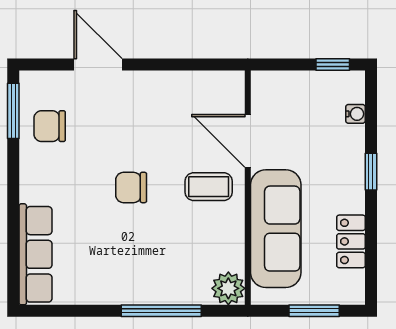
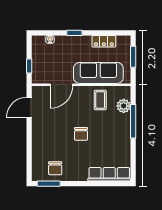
door: (98, 65) -> (29, 107), moved
window: (333, 65) -> (29, 66), moved
coffee table: (209, 187) -> (100, 100), moved
plant: (228, 288) -> (124, 106), moved

